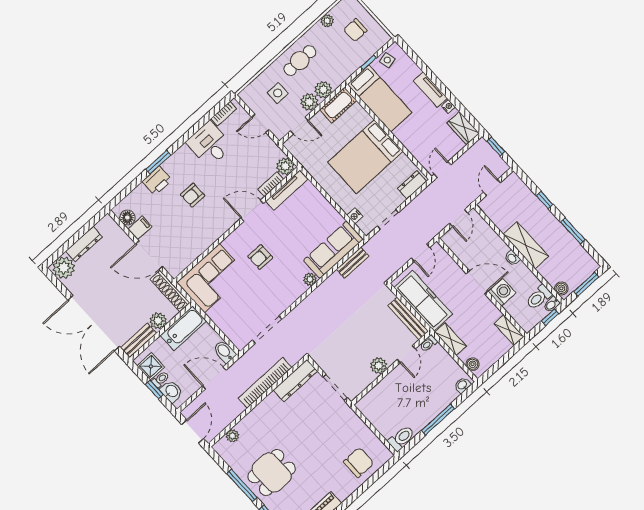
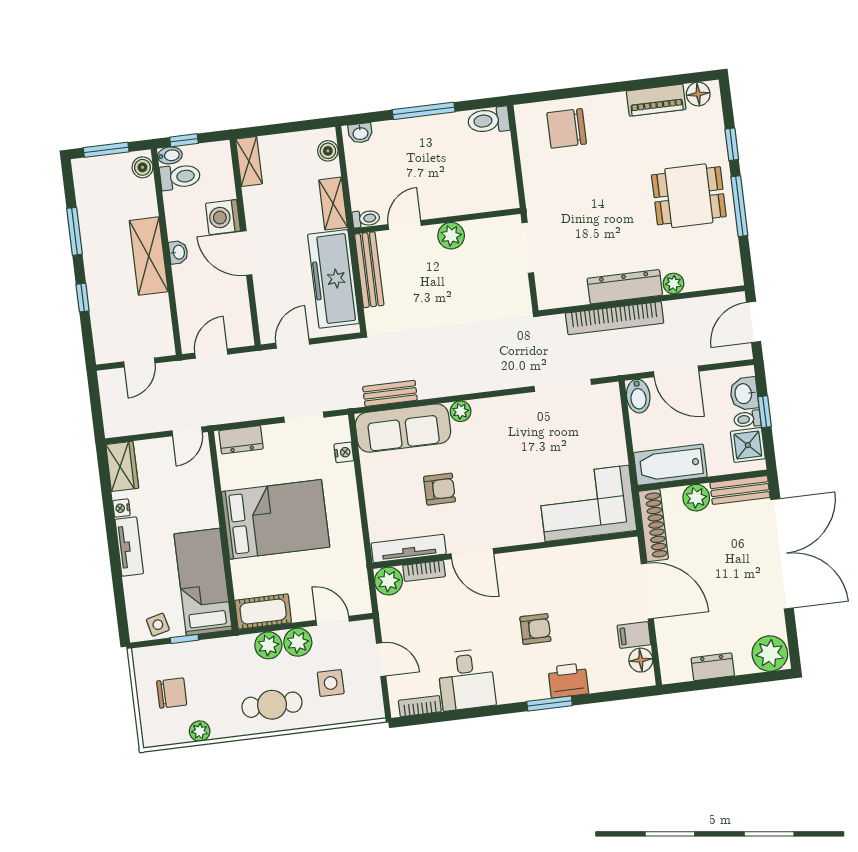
window: (496, 146) -> (97, 412), removed
dresser: (84, 244) -> (713, 667), width x0.70
armchair: (260, 257) -> (440, 489), moved
dresser: (295, 381) -> (625, 287), moved
plant: (232, 436) -> (673, 283), moved

